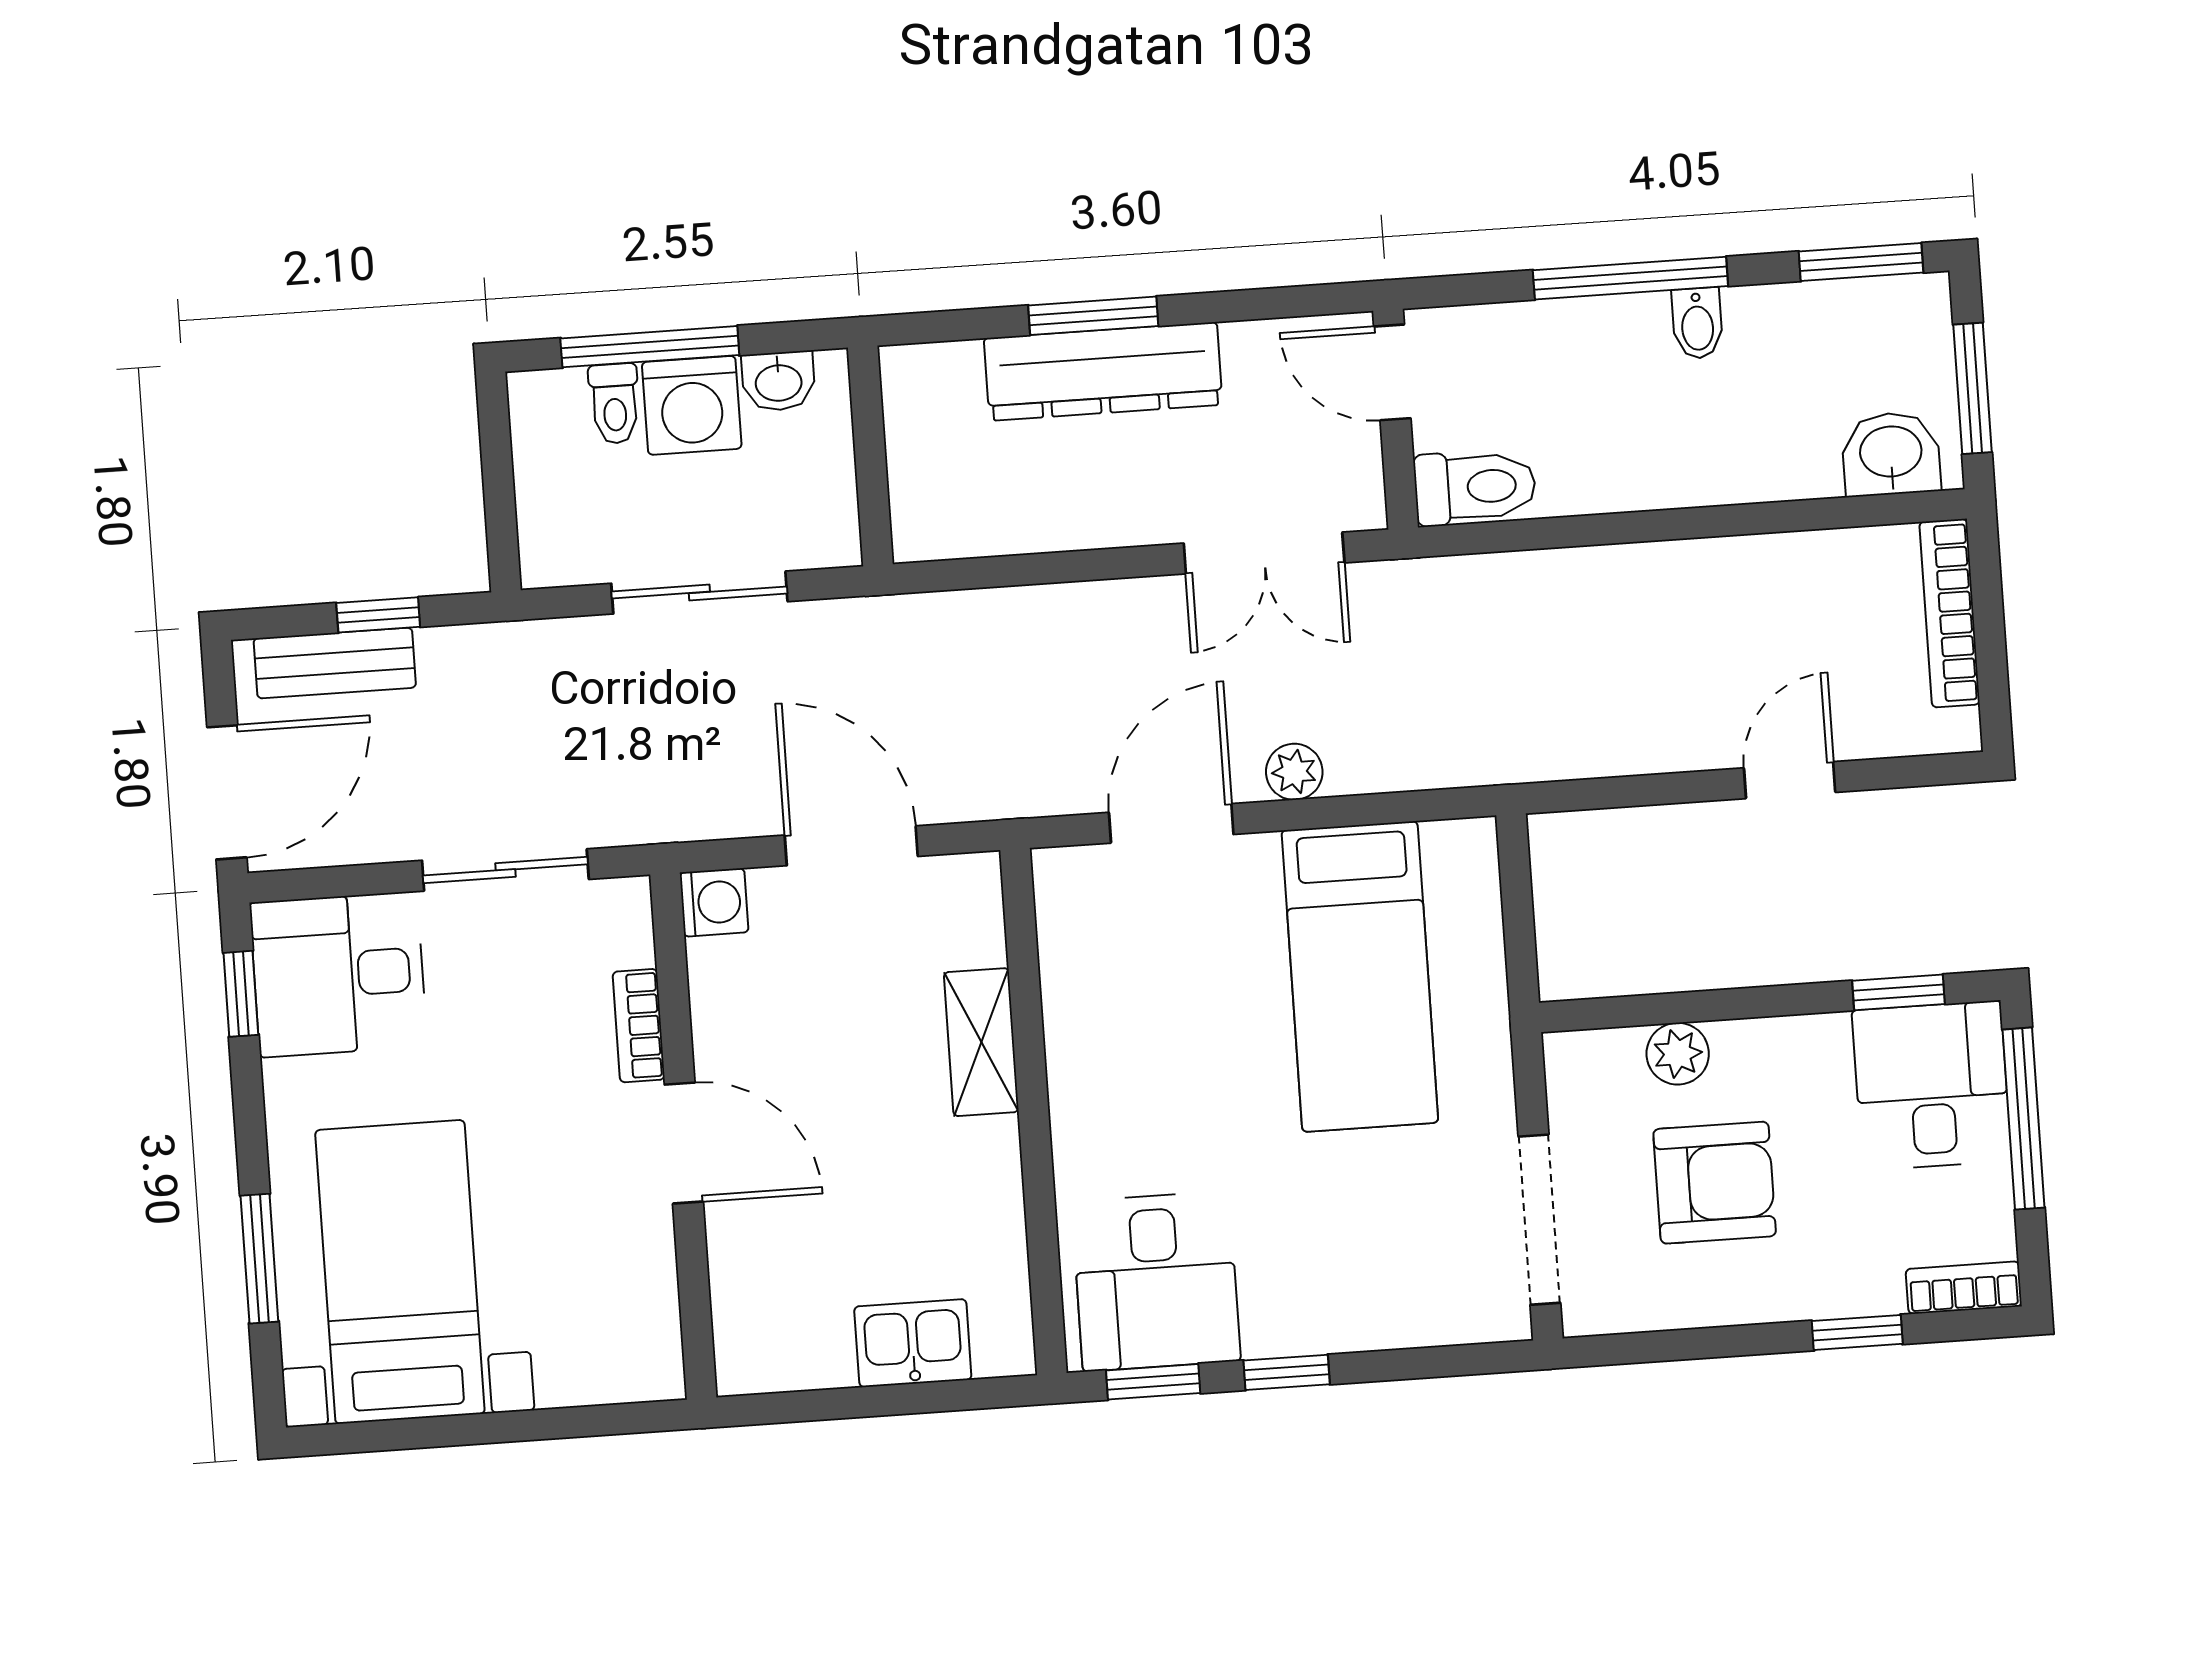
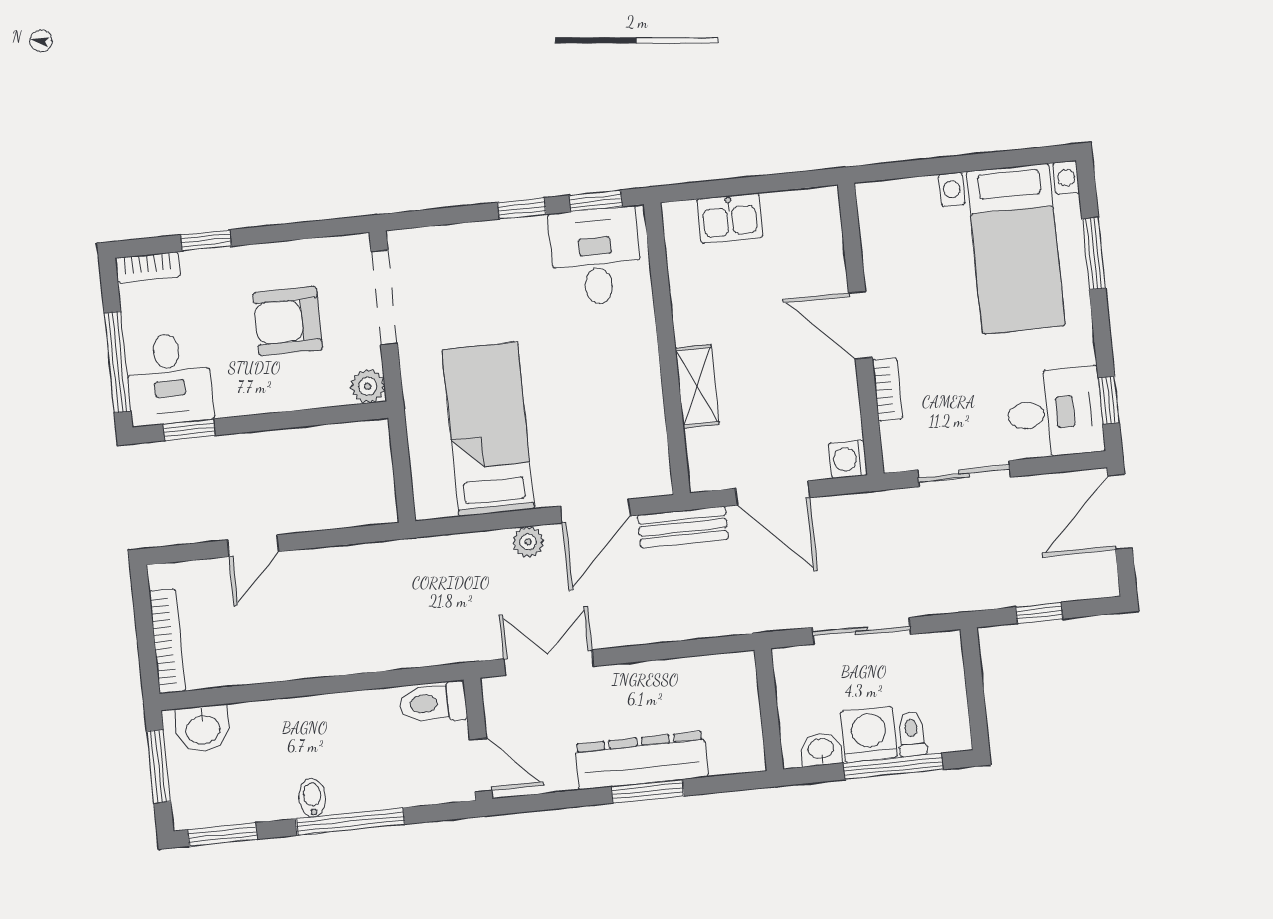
bench: (335, 663) -> (683, 527), moved
plant: (1678, 1054) -> (368, 386), moved

